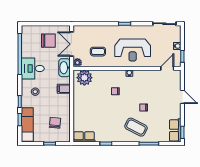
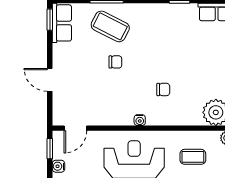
coffee table: (136, 127) -> (110, 26), moved

